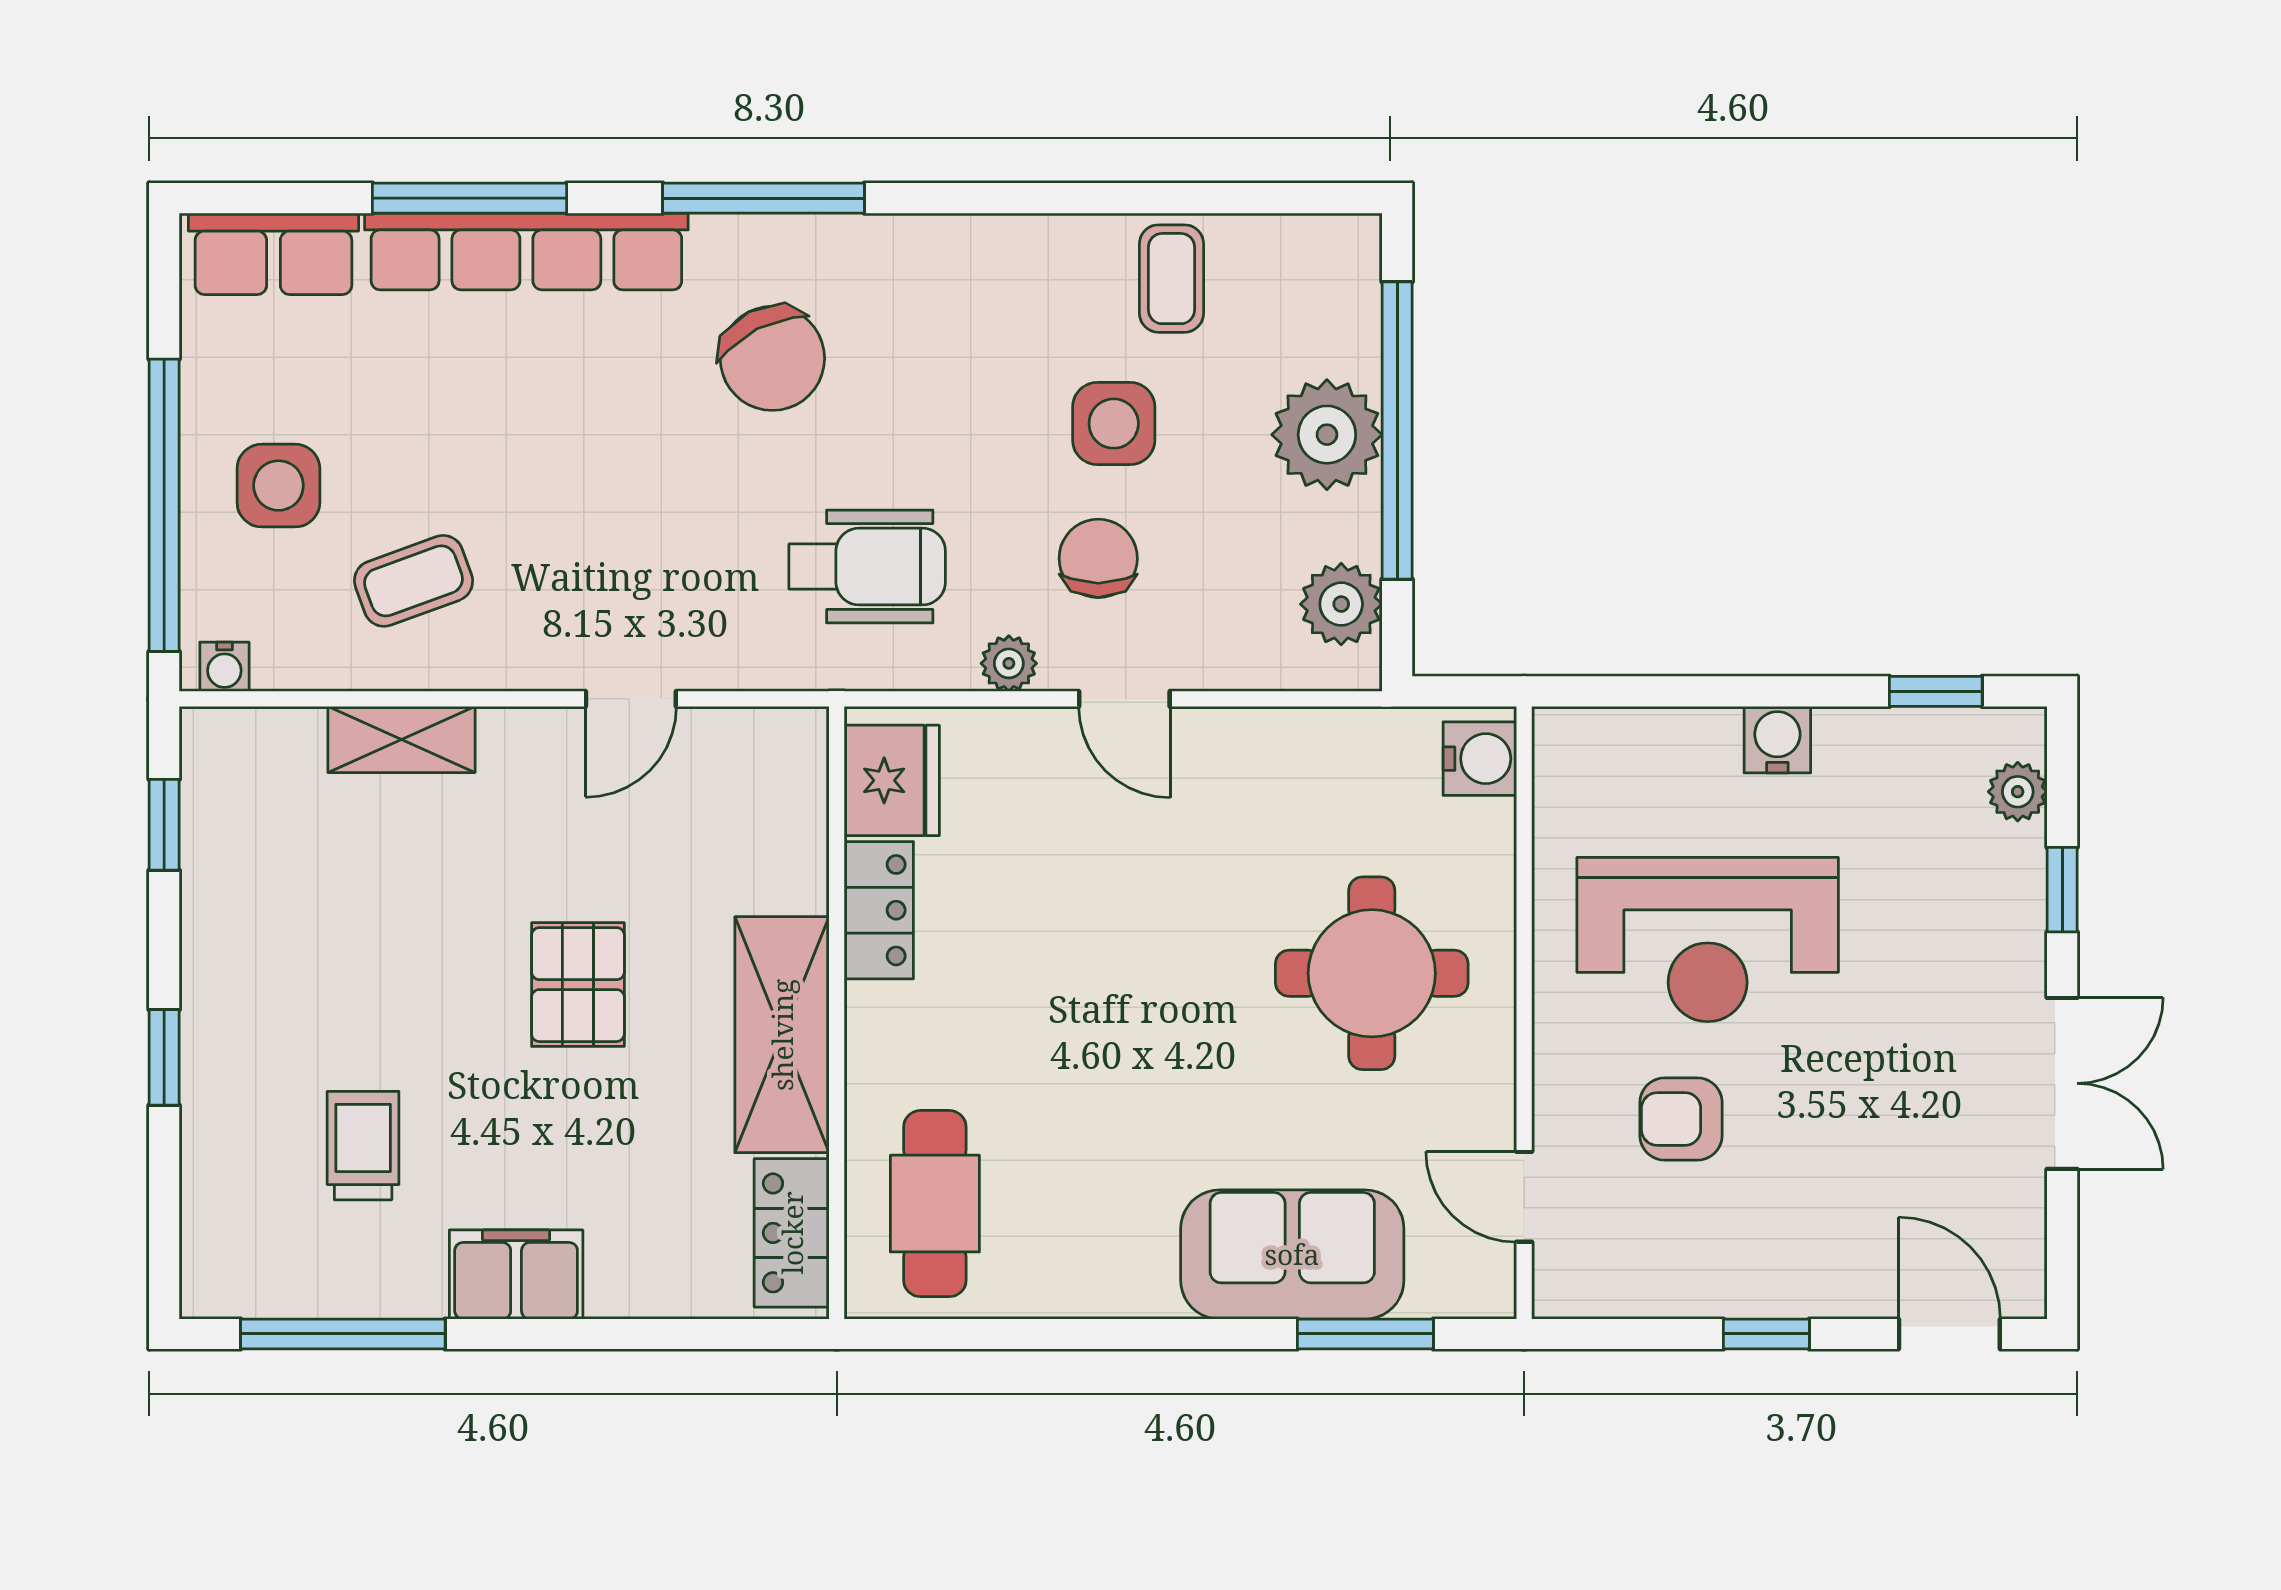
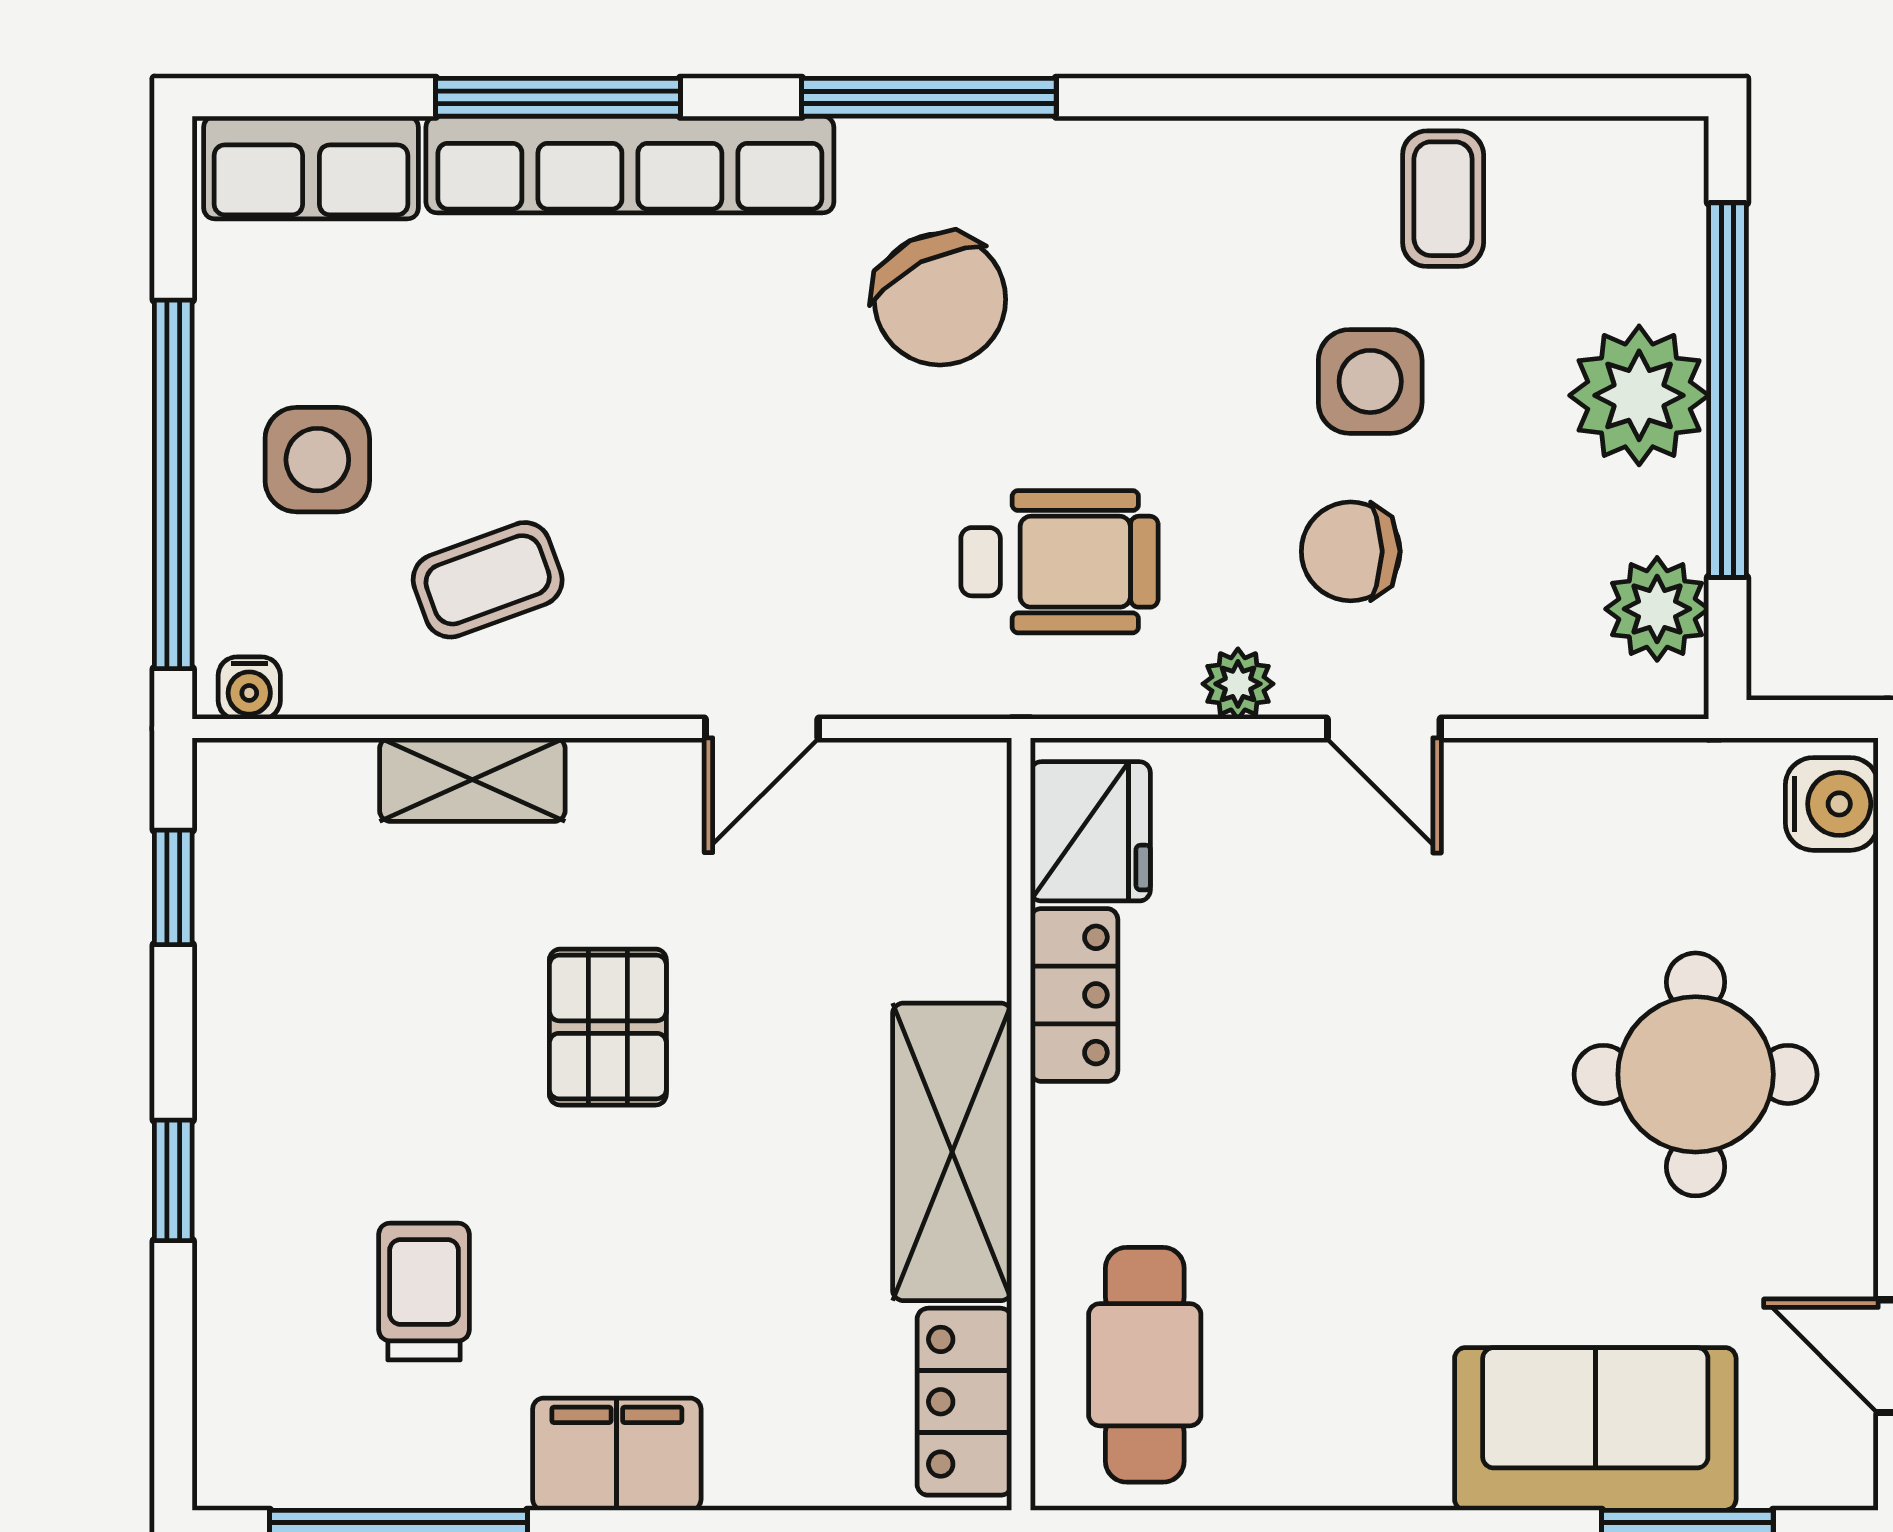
chair: (1098, 558) -> (1351, 551), turned -90
pallet: (578, 985) -> (608, 1027), moved

